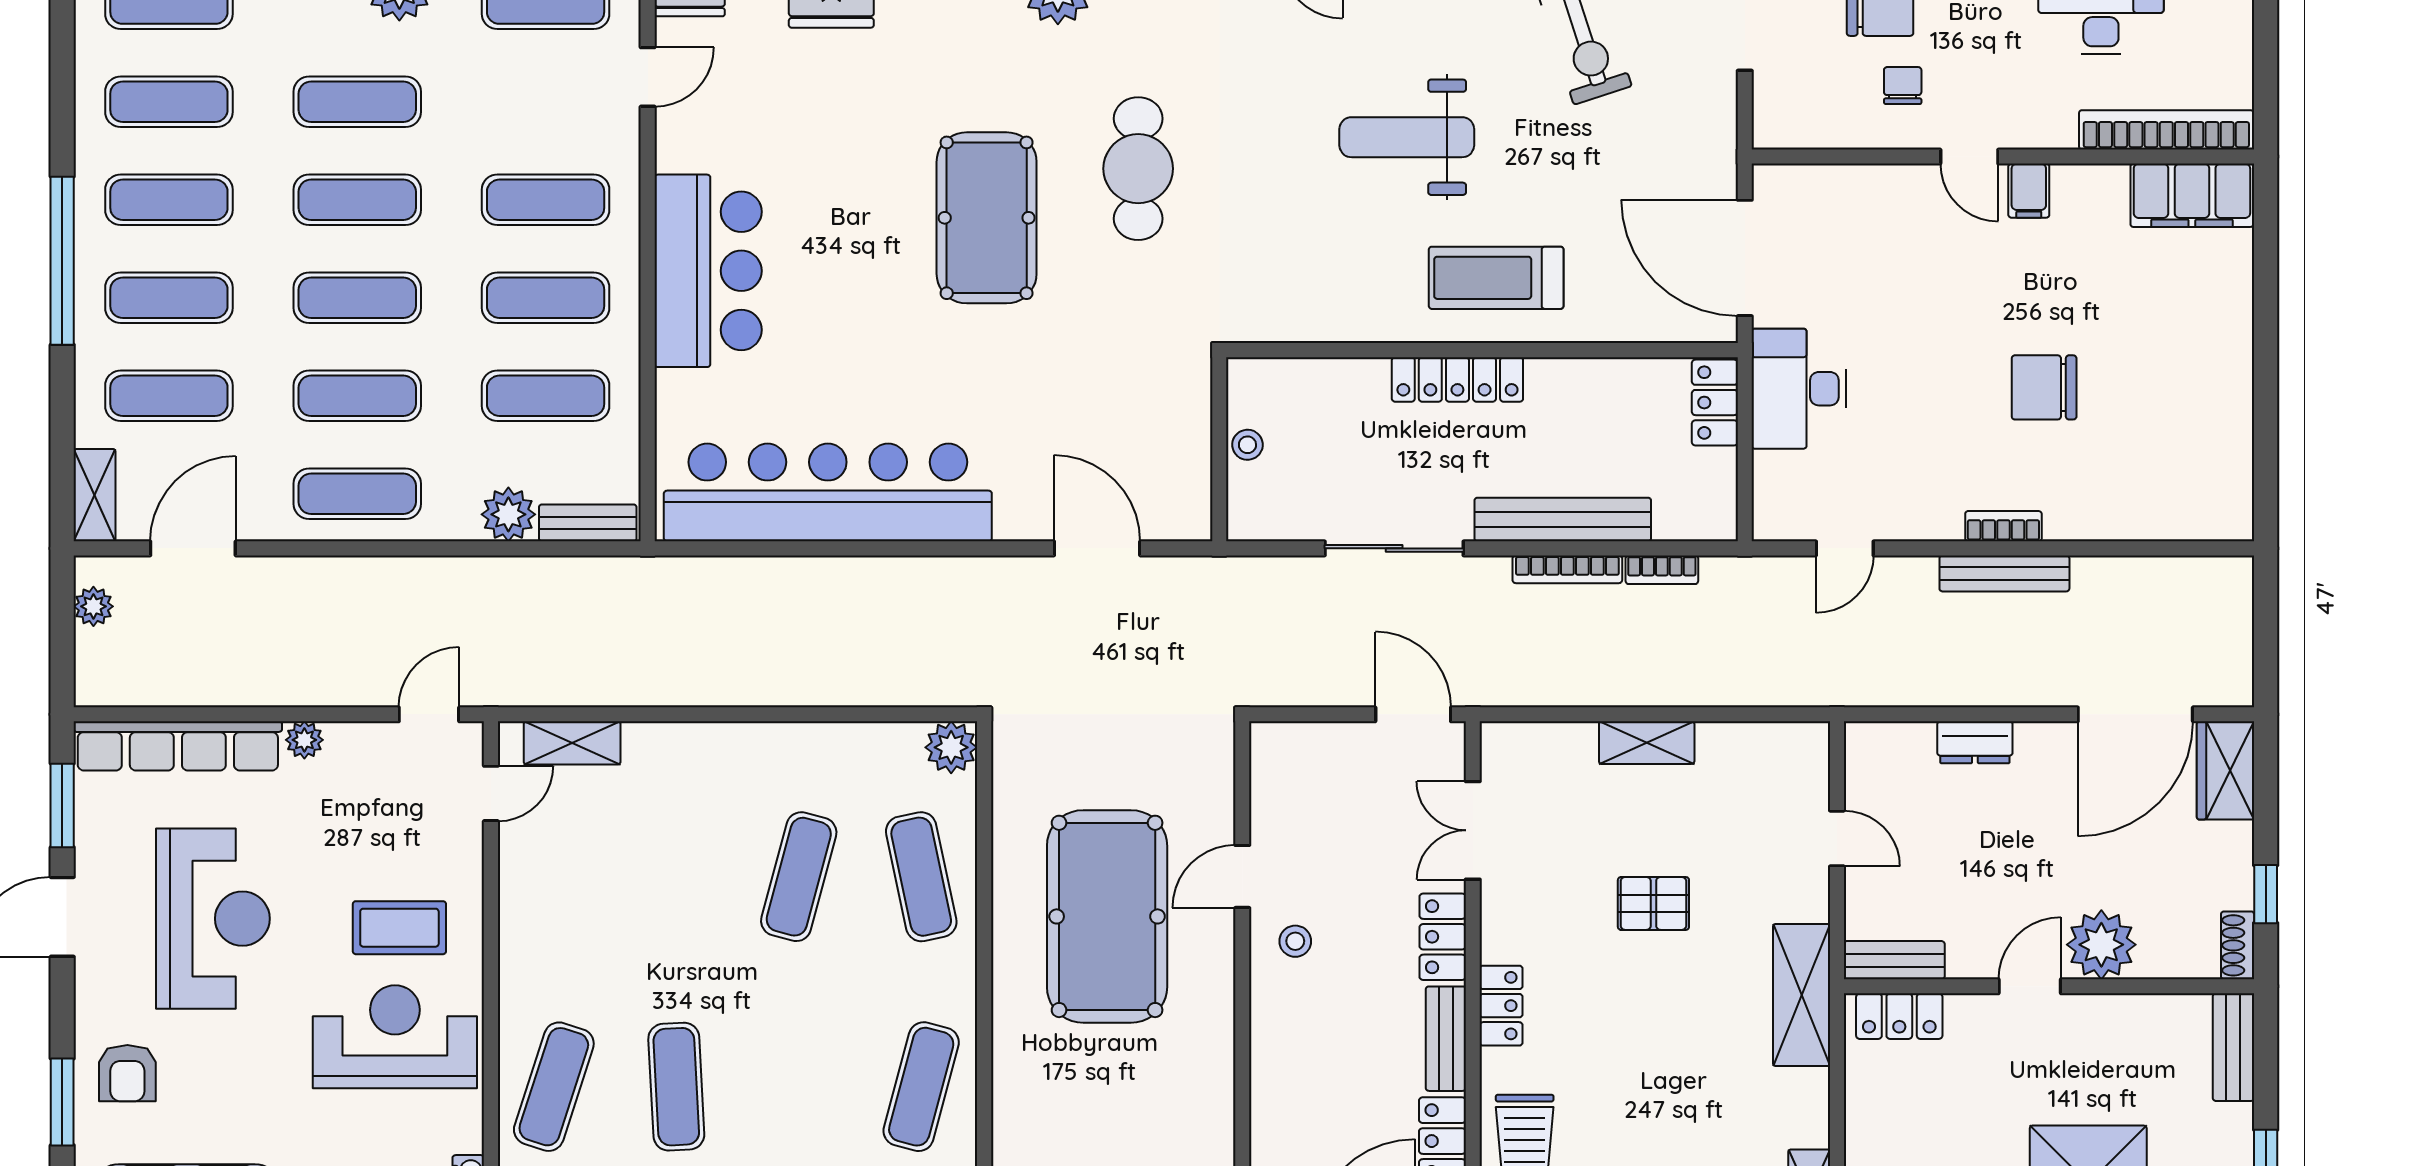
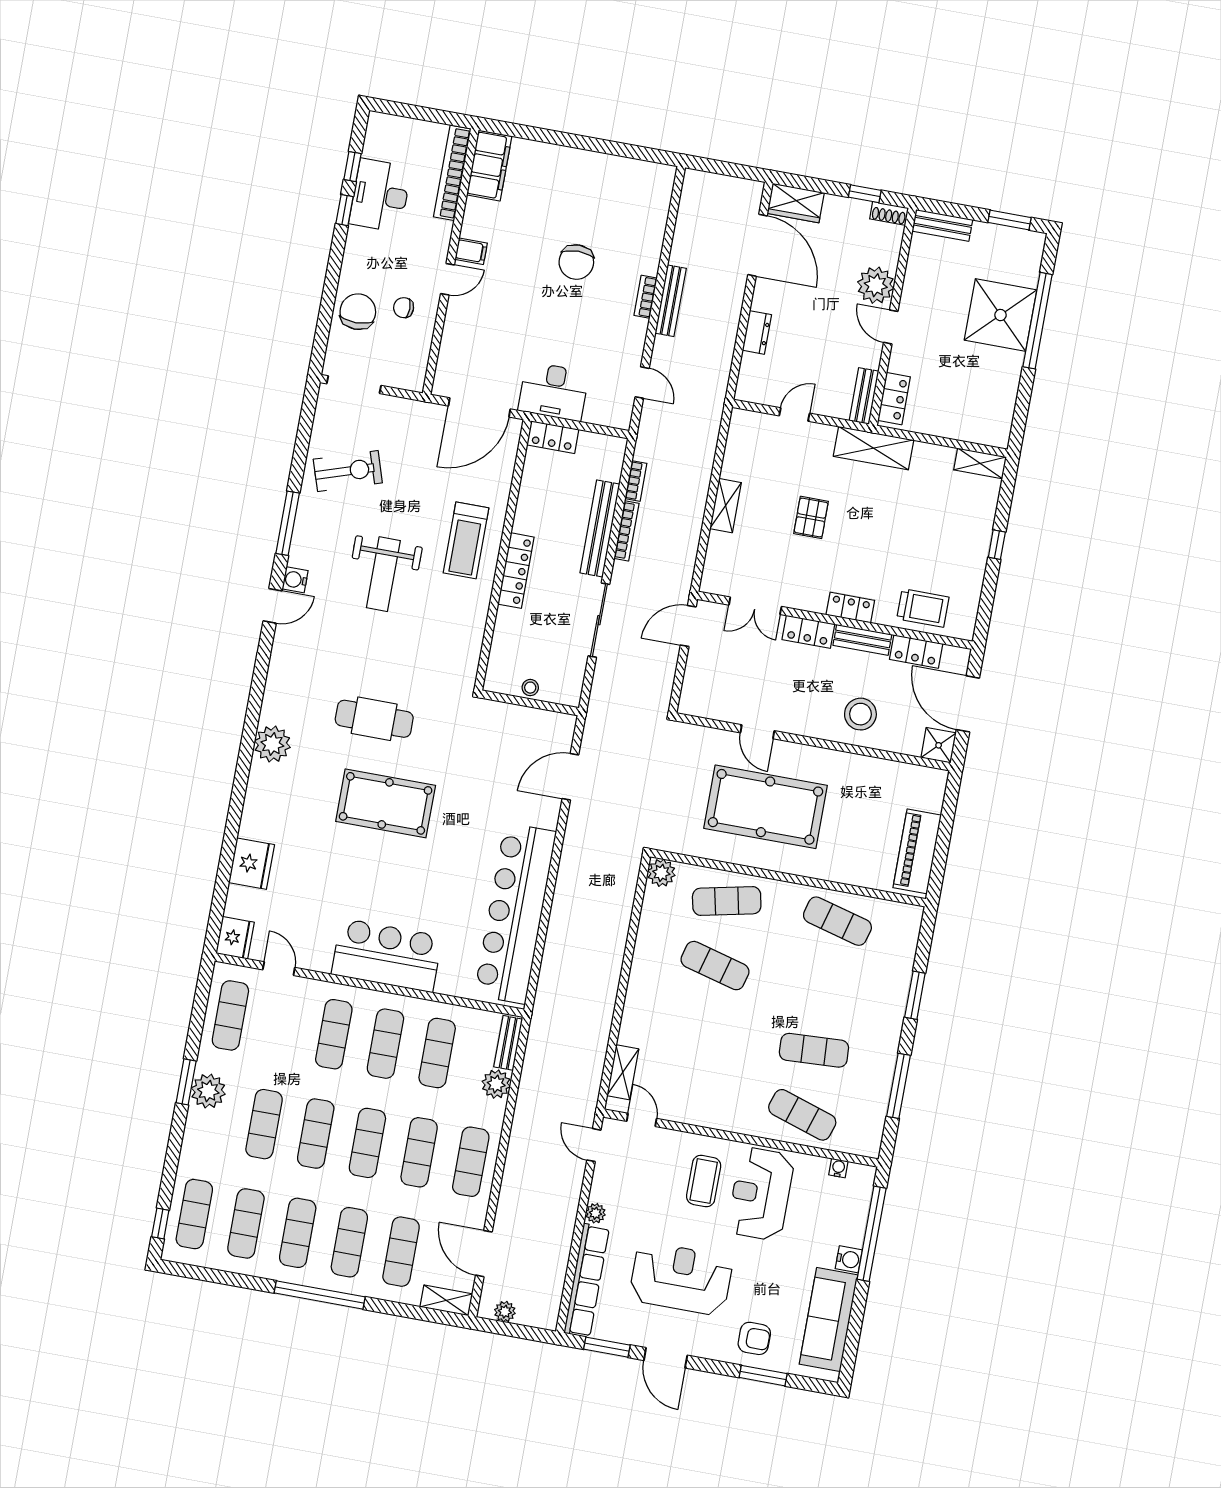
stool: (1295, 941) -> (860, 714), moved, width x1.89, depth x1.89

